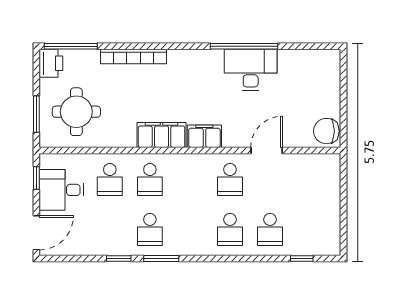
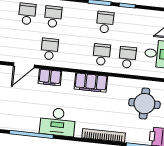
desk: (251, 70) -> (58, 122), moved
filing cabinet: (204, 136) -> (50, 77), moved

